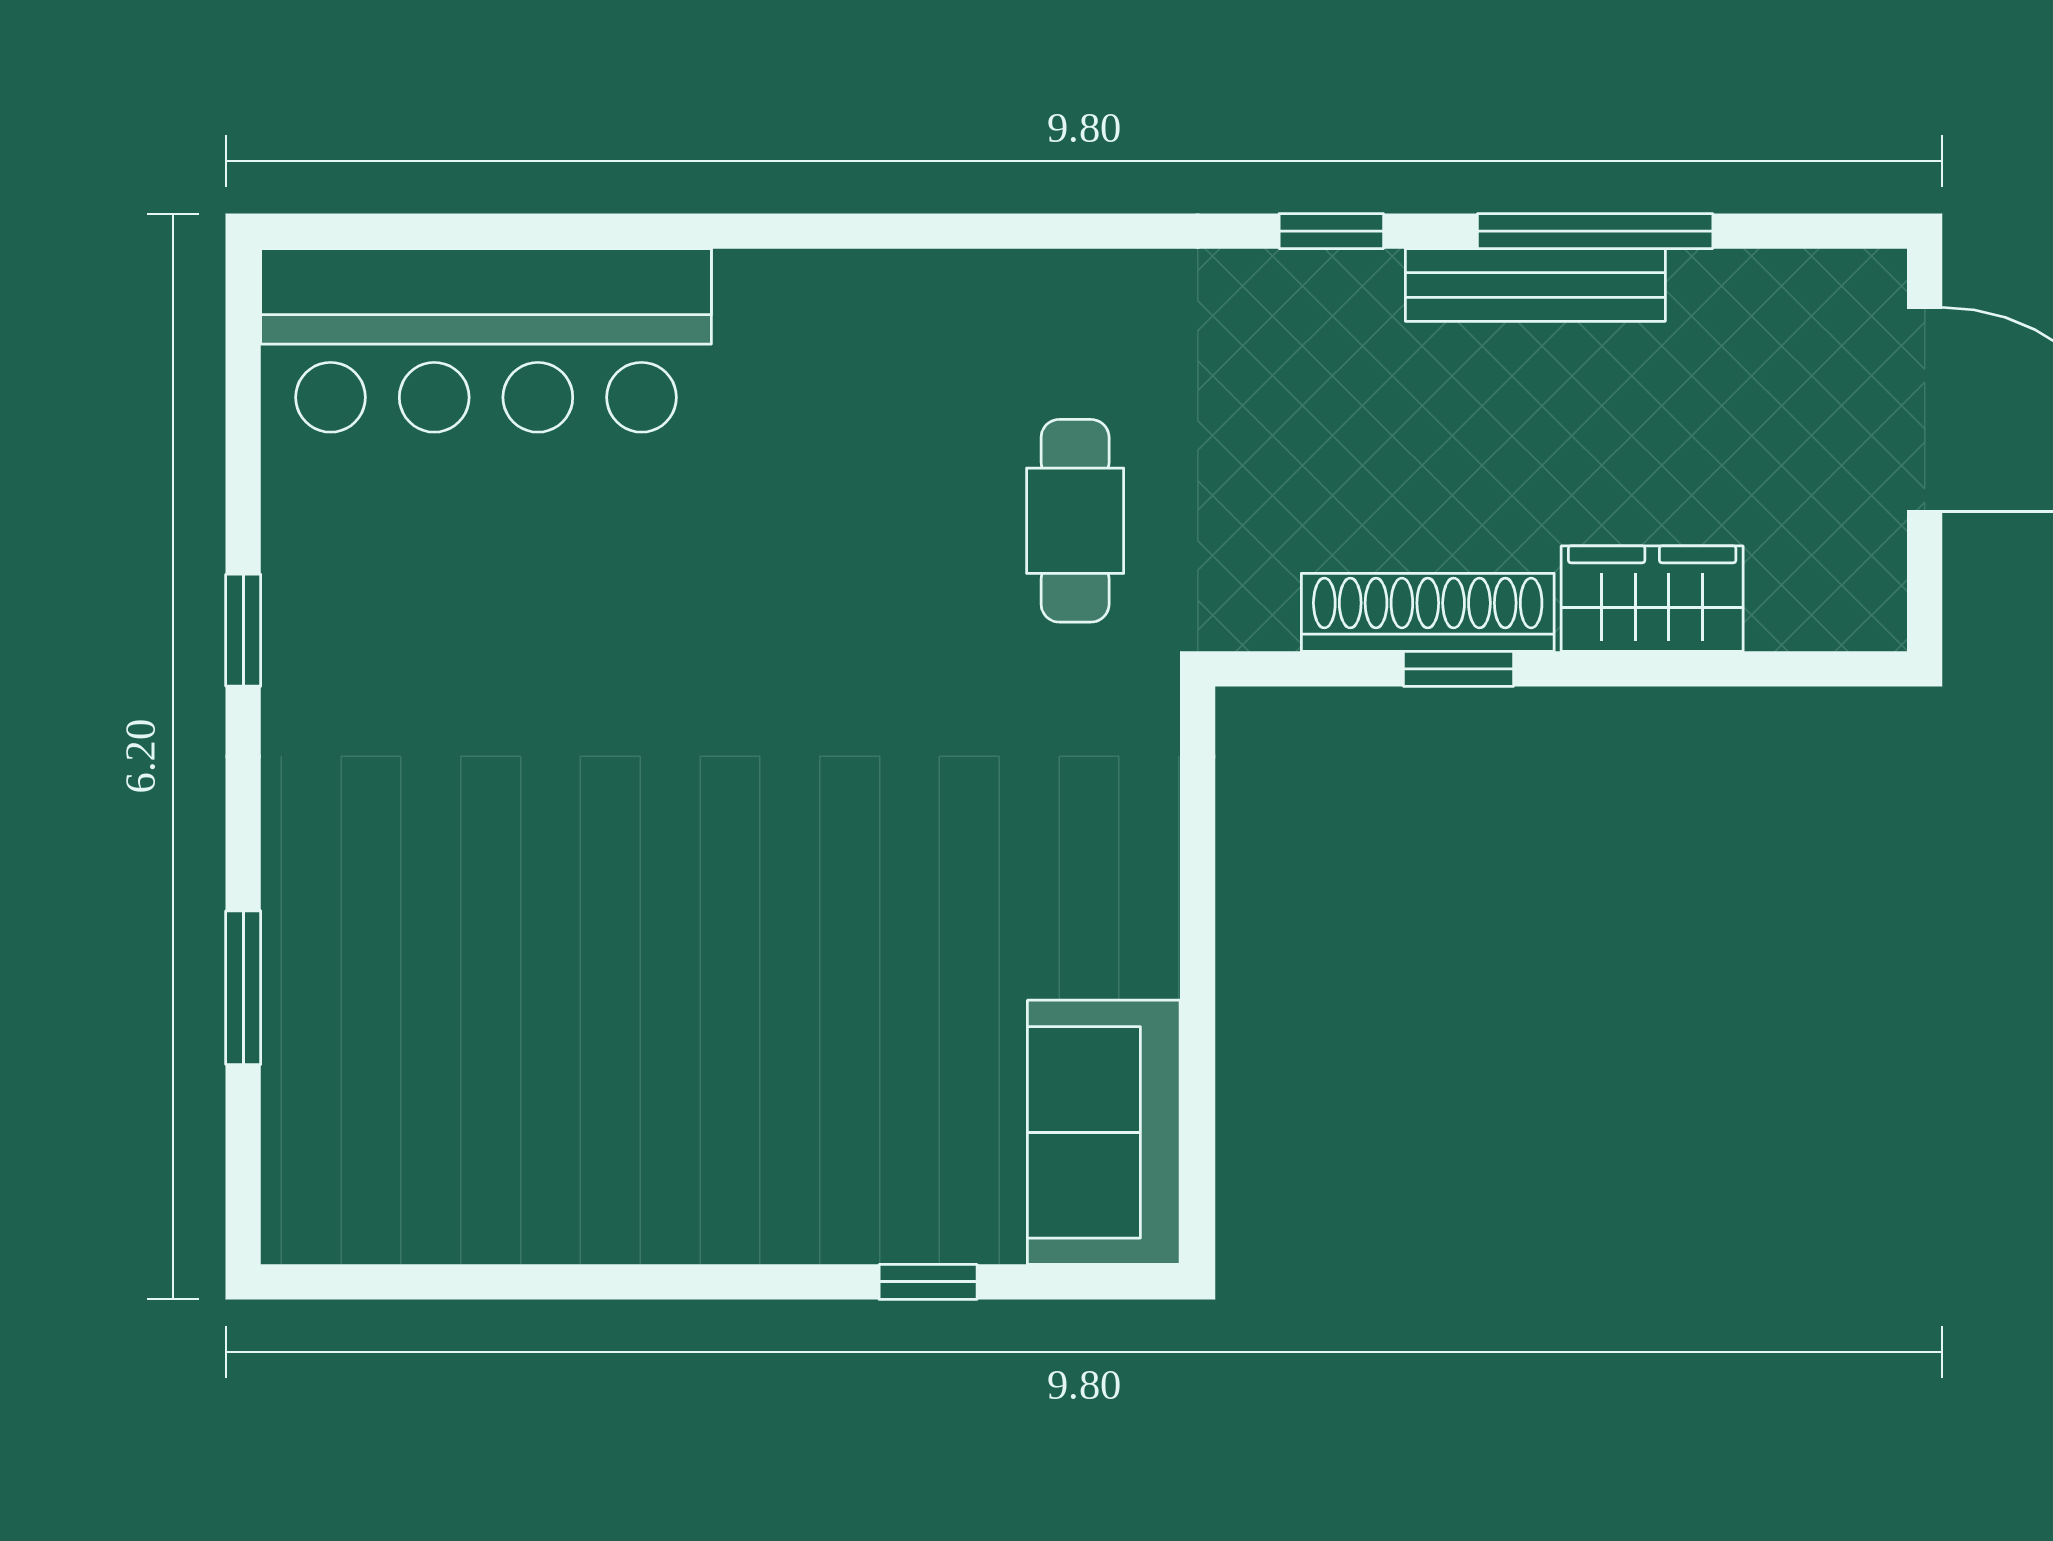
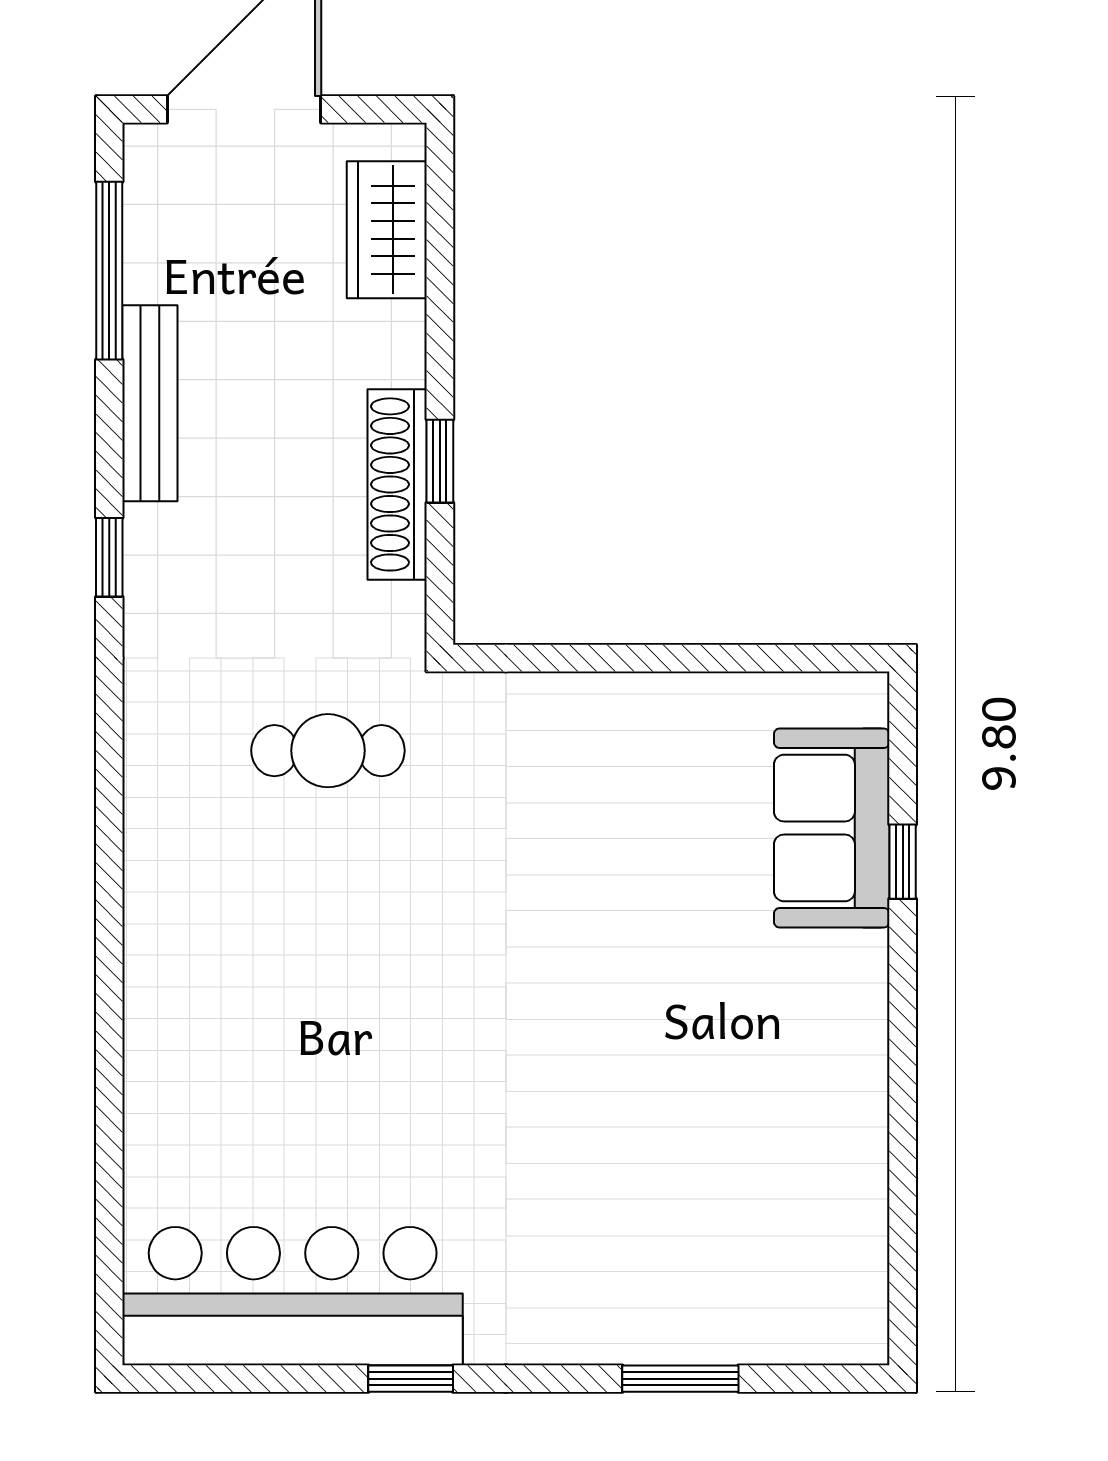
window: (1595, 231) -> (109, 271), moved
bar counter: (486, 340) -> (293, 1296), moved, turned -90
wardrobe: (1652, 599) -> (387, 230), moved
sofa: (1104, 1132) -> (832, 828), moved, turned 90

